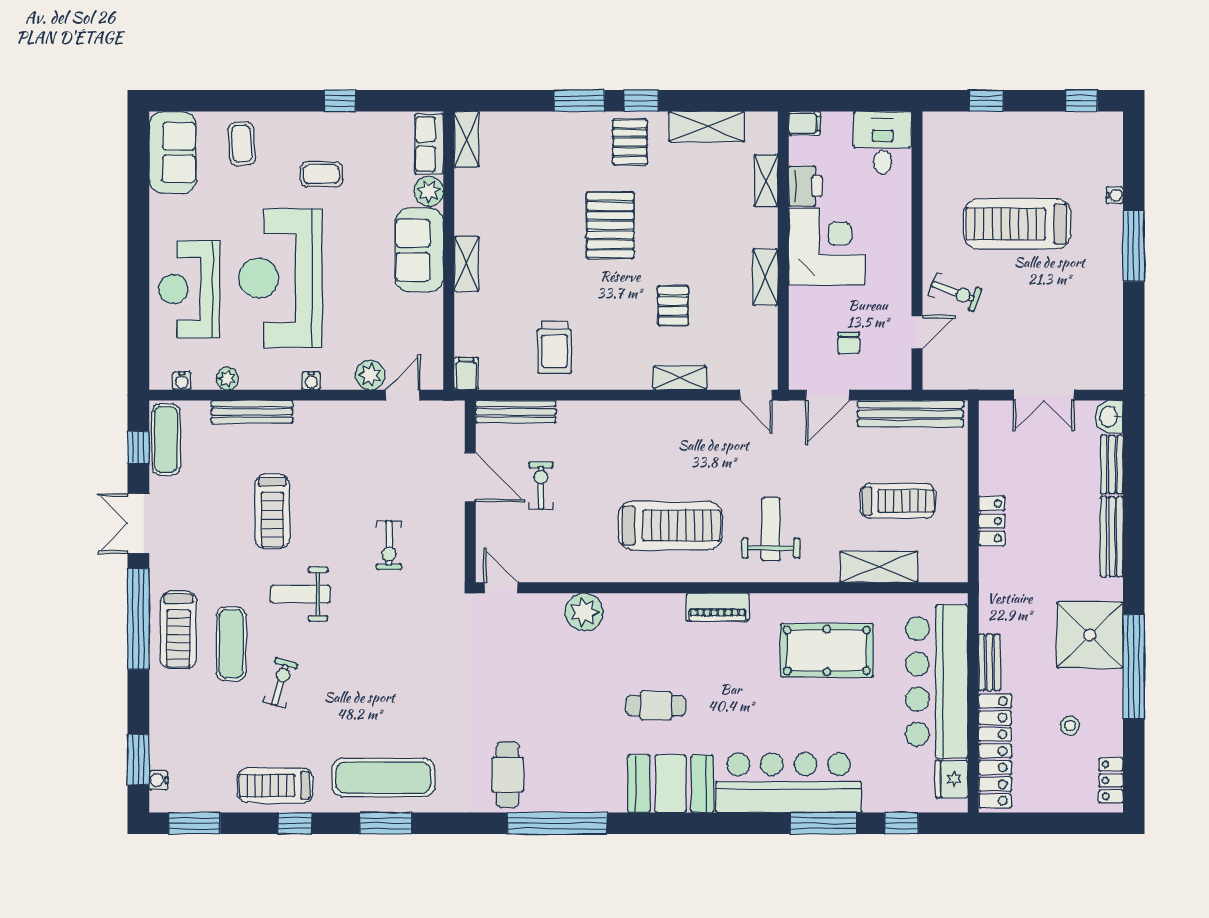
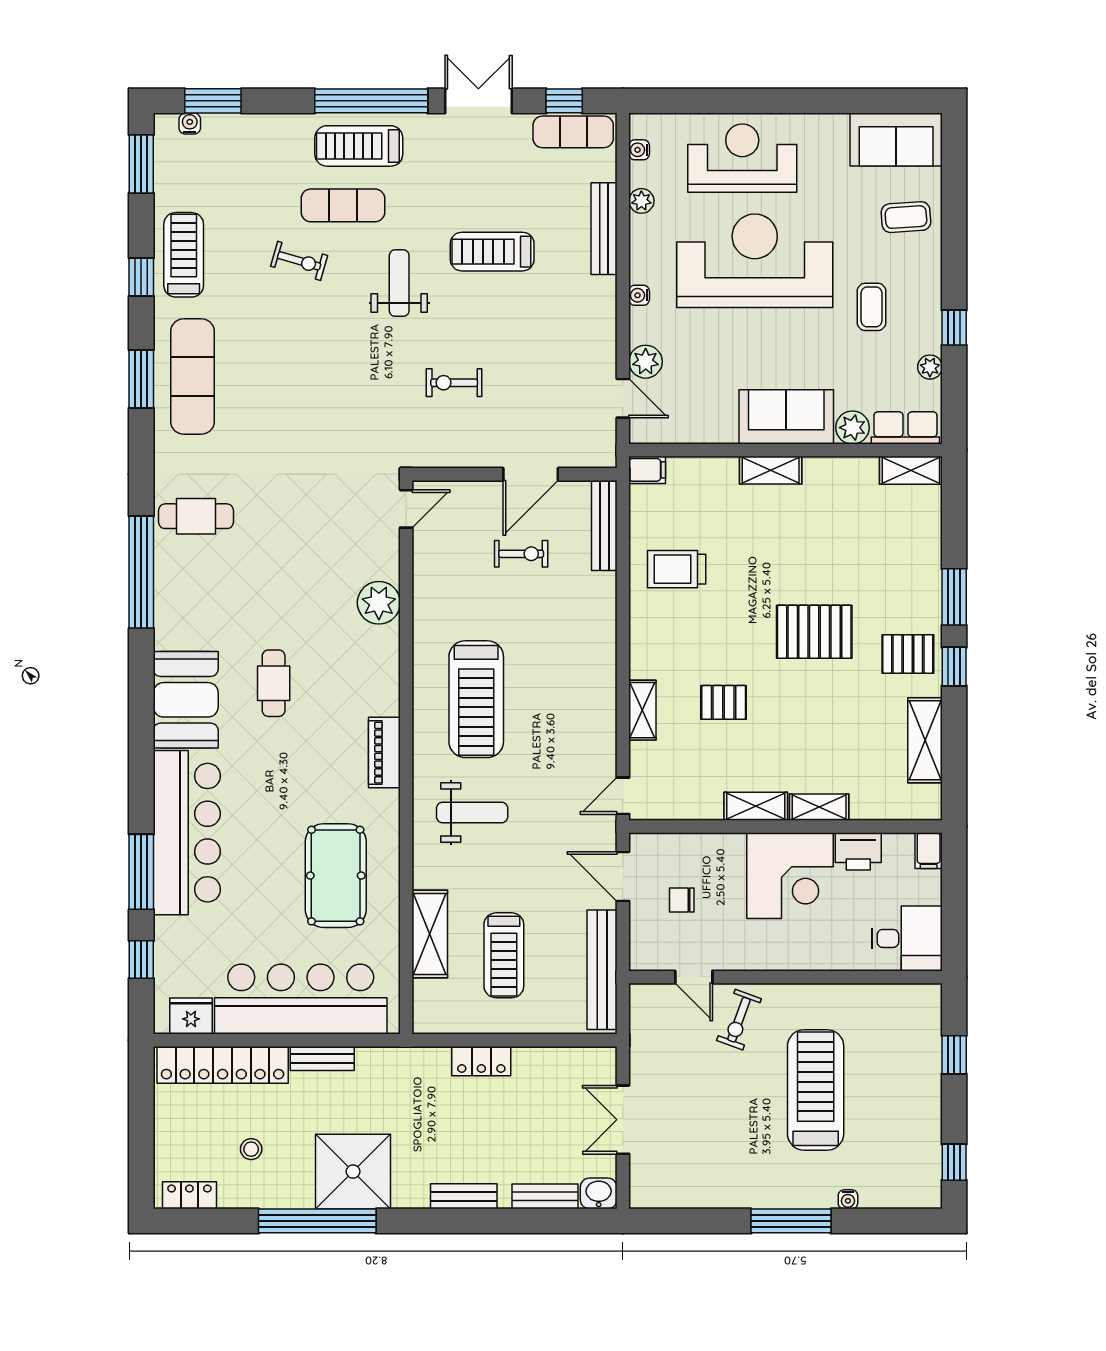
plant: (375, 122) -> (930, 367), added
shelving: (766, 181) -> (819, 807), moved
bench: (1112, 537) -> (464, 1196), width x0.73

